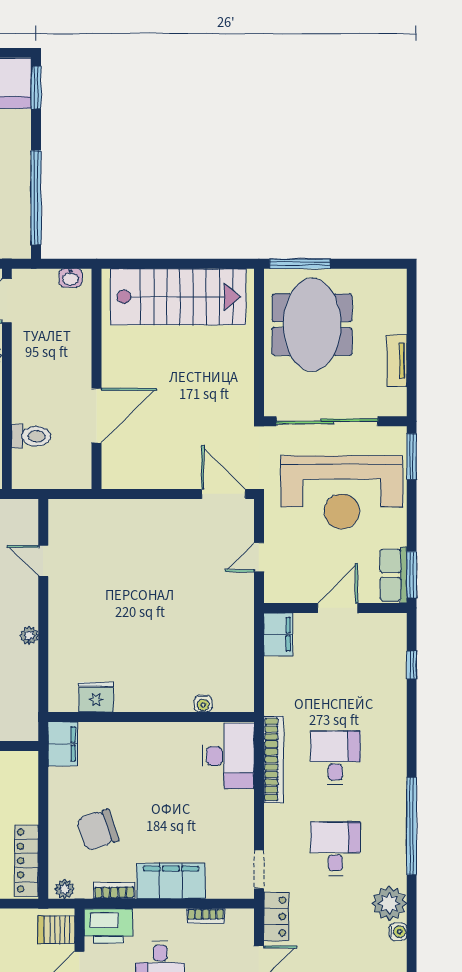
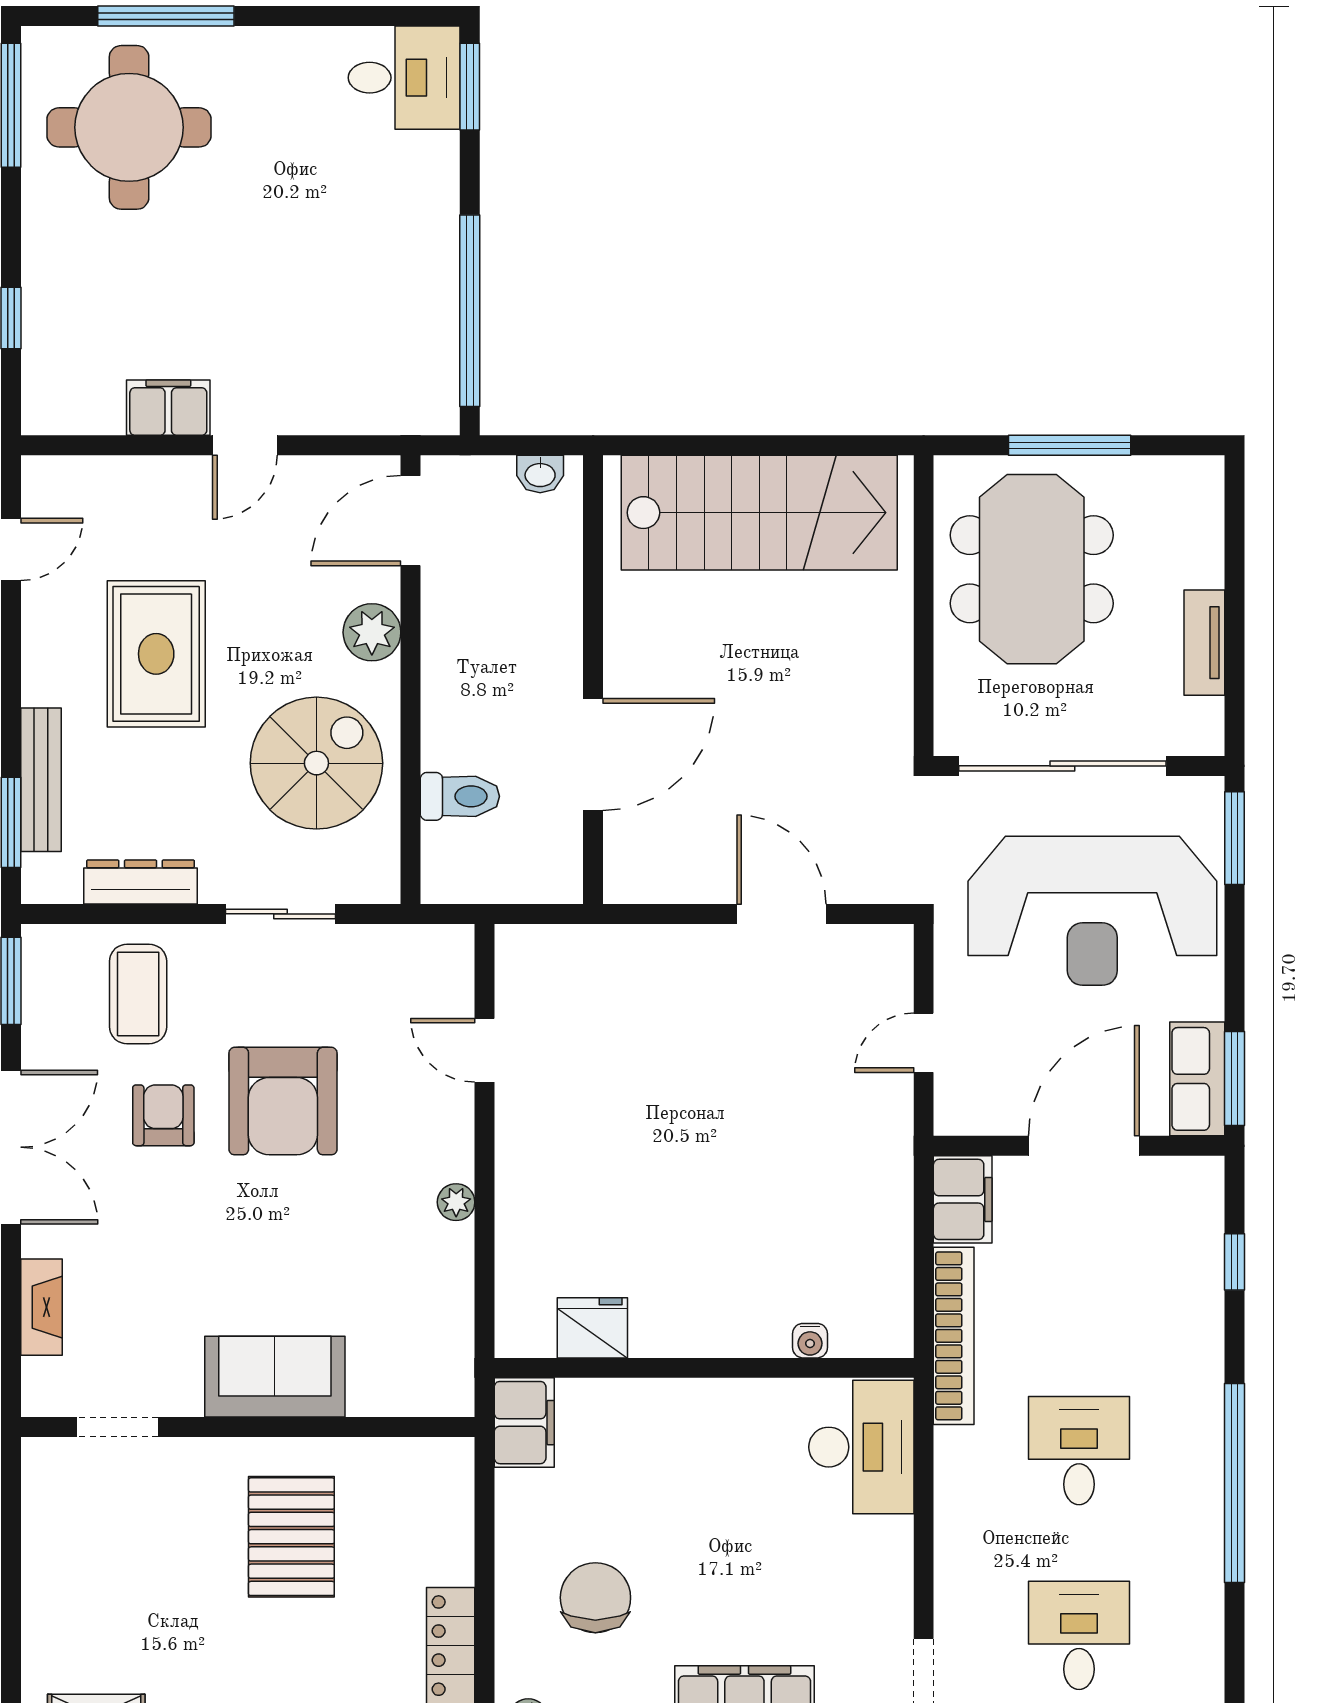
window: (300, 264) -> (1070, 445), moved
door: (223, 494) -> (782, 914), moved
door: (338, 608) -> (1084, 1146), width x1.36
bookcase: (274, 759) -> (954, 1336), moved
window: (412, 826) -> (1234, 1483), moved
chair: (98, 830) -> (595, 1598), turned 109

